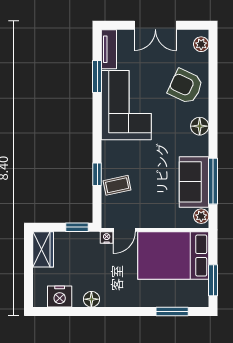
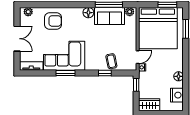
window: (97, 76) -> (65, 73), moved
armchair: (185, 86) -> (53, 21), turned -115
floor lamp: (200, 126) -> (88, 13), moved
door: (124, 230) -> (138, 57), hinge flipped
bed: (173, 255) -> (158, 28), width x1.36

